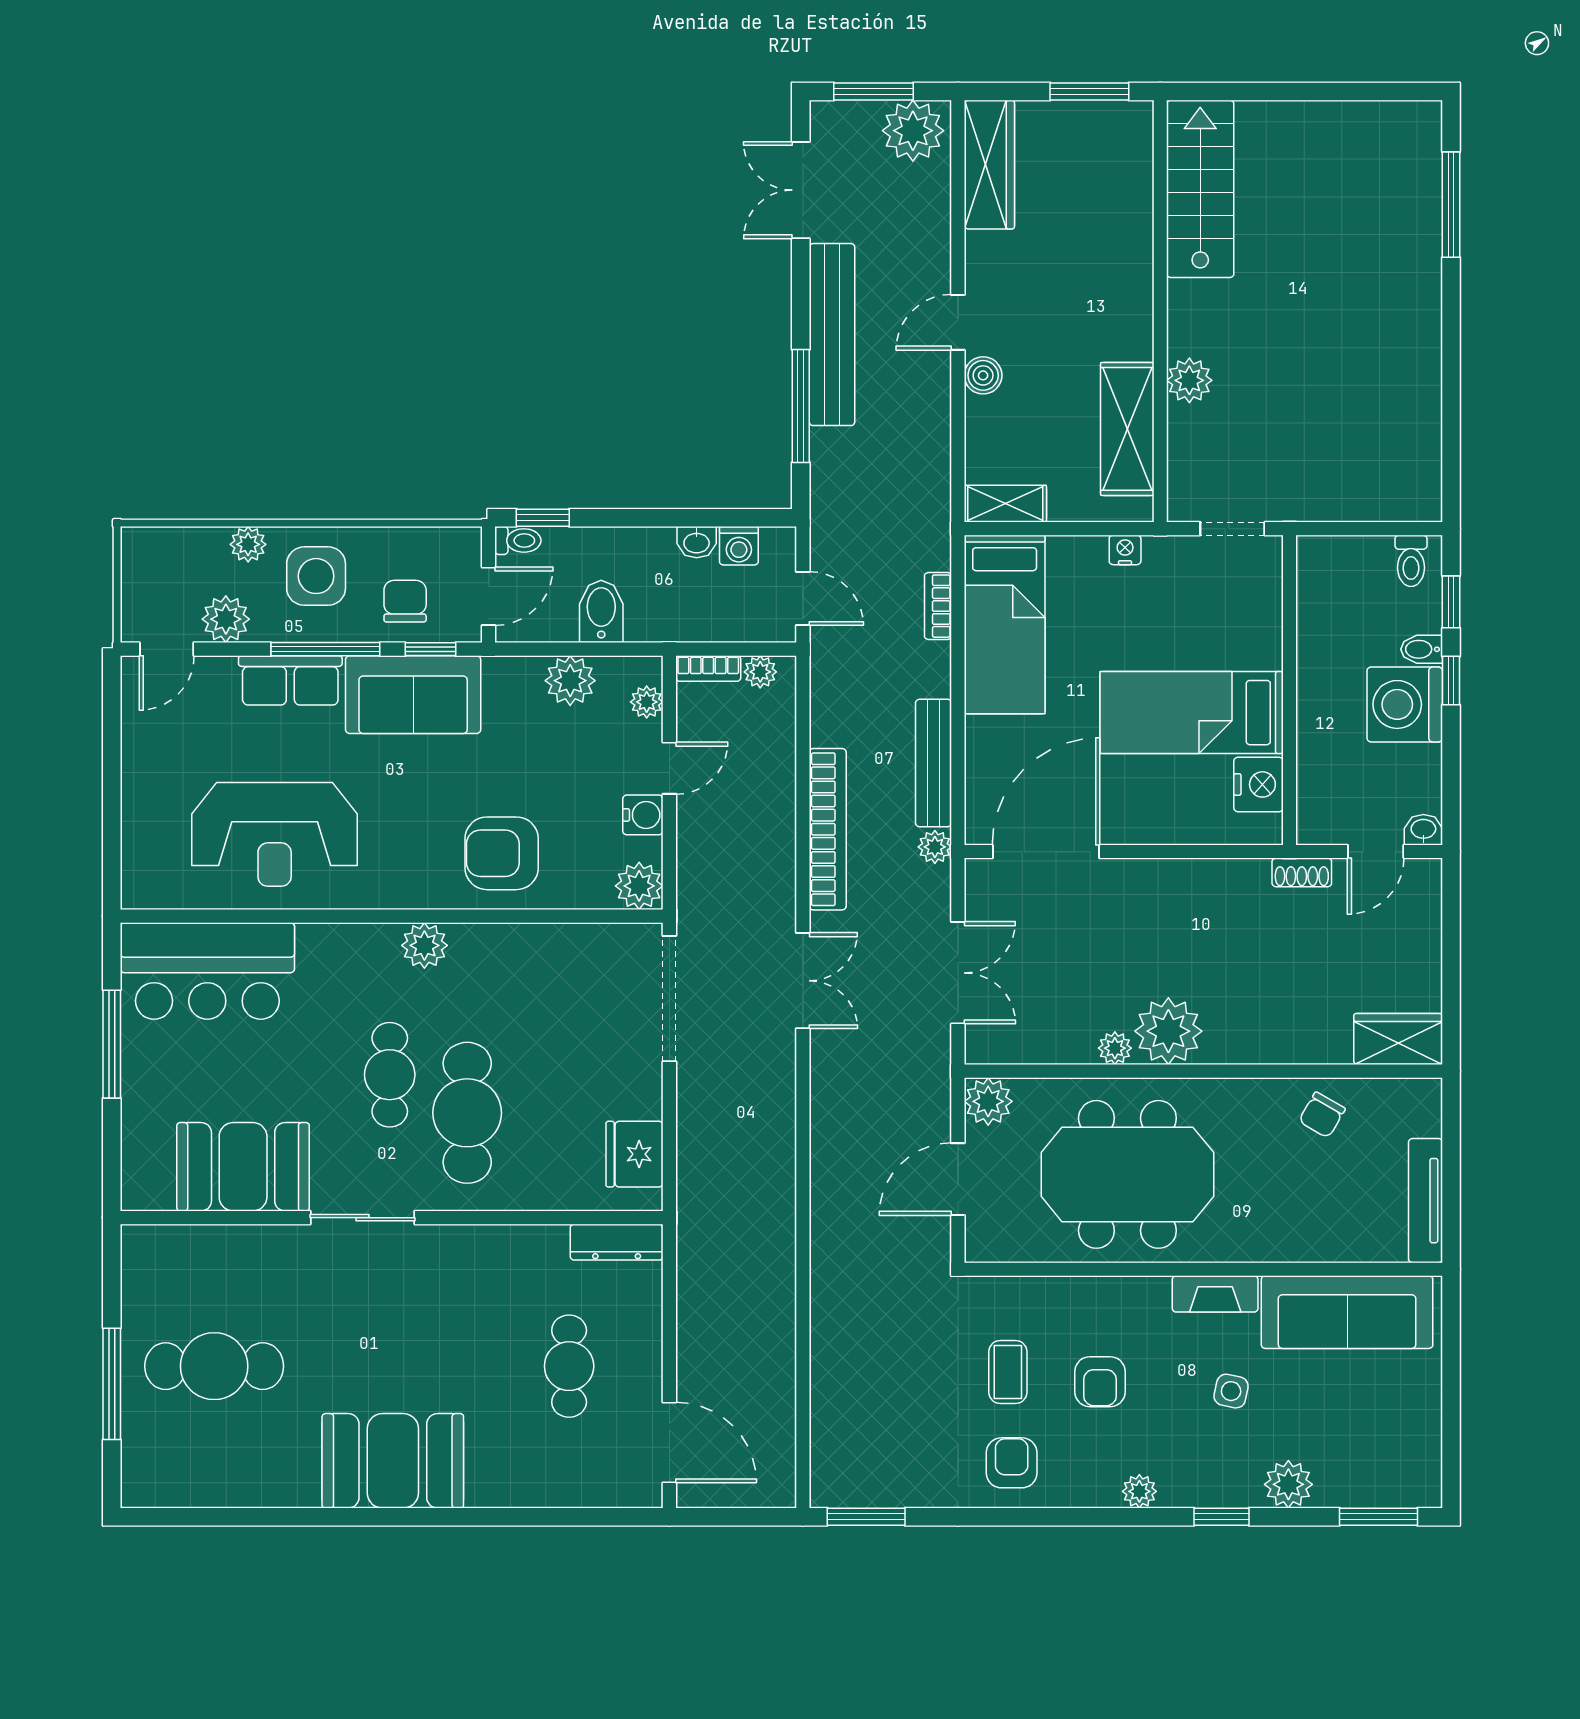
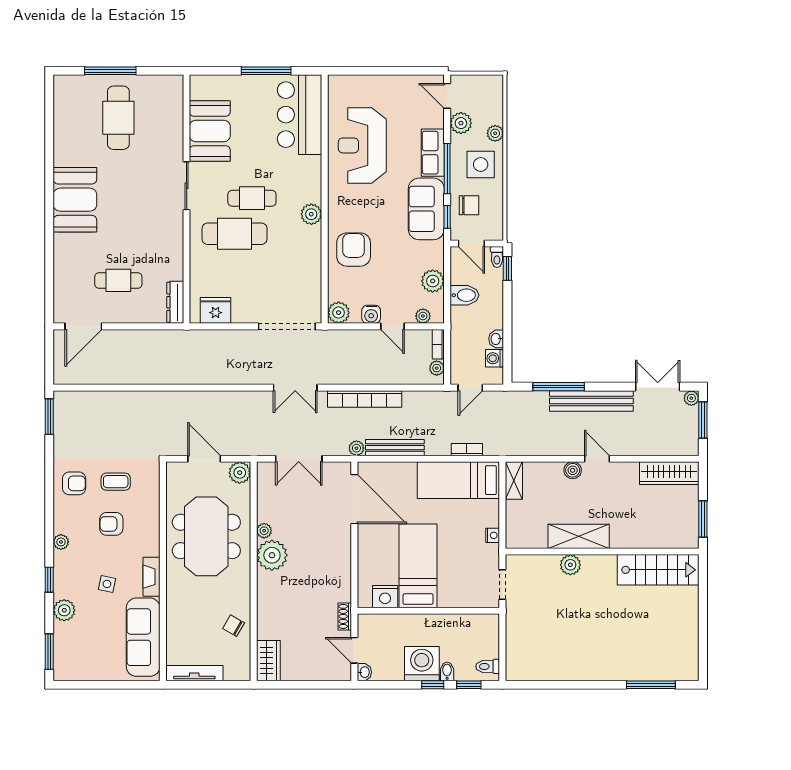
plant: (913, 131) -> (691, 398), moved, width x0.53, depth x0.53
shelving: (1127, 429) -> (579, 536), moved

